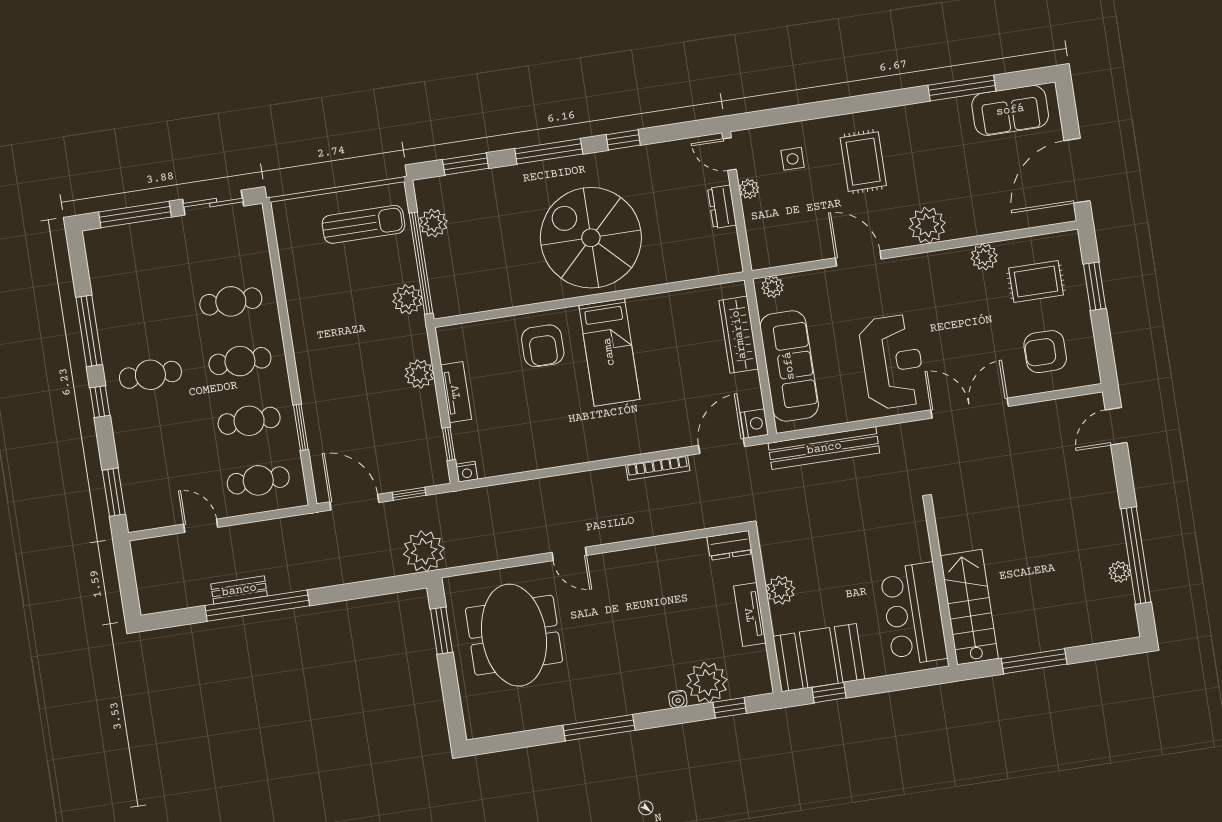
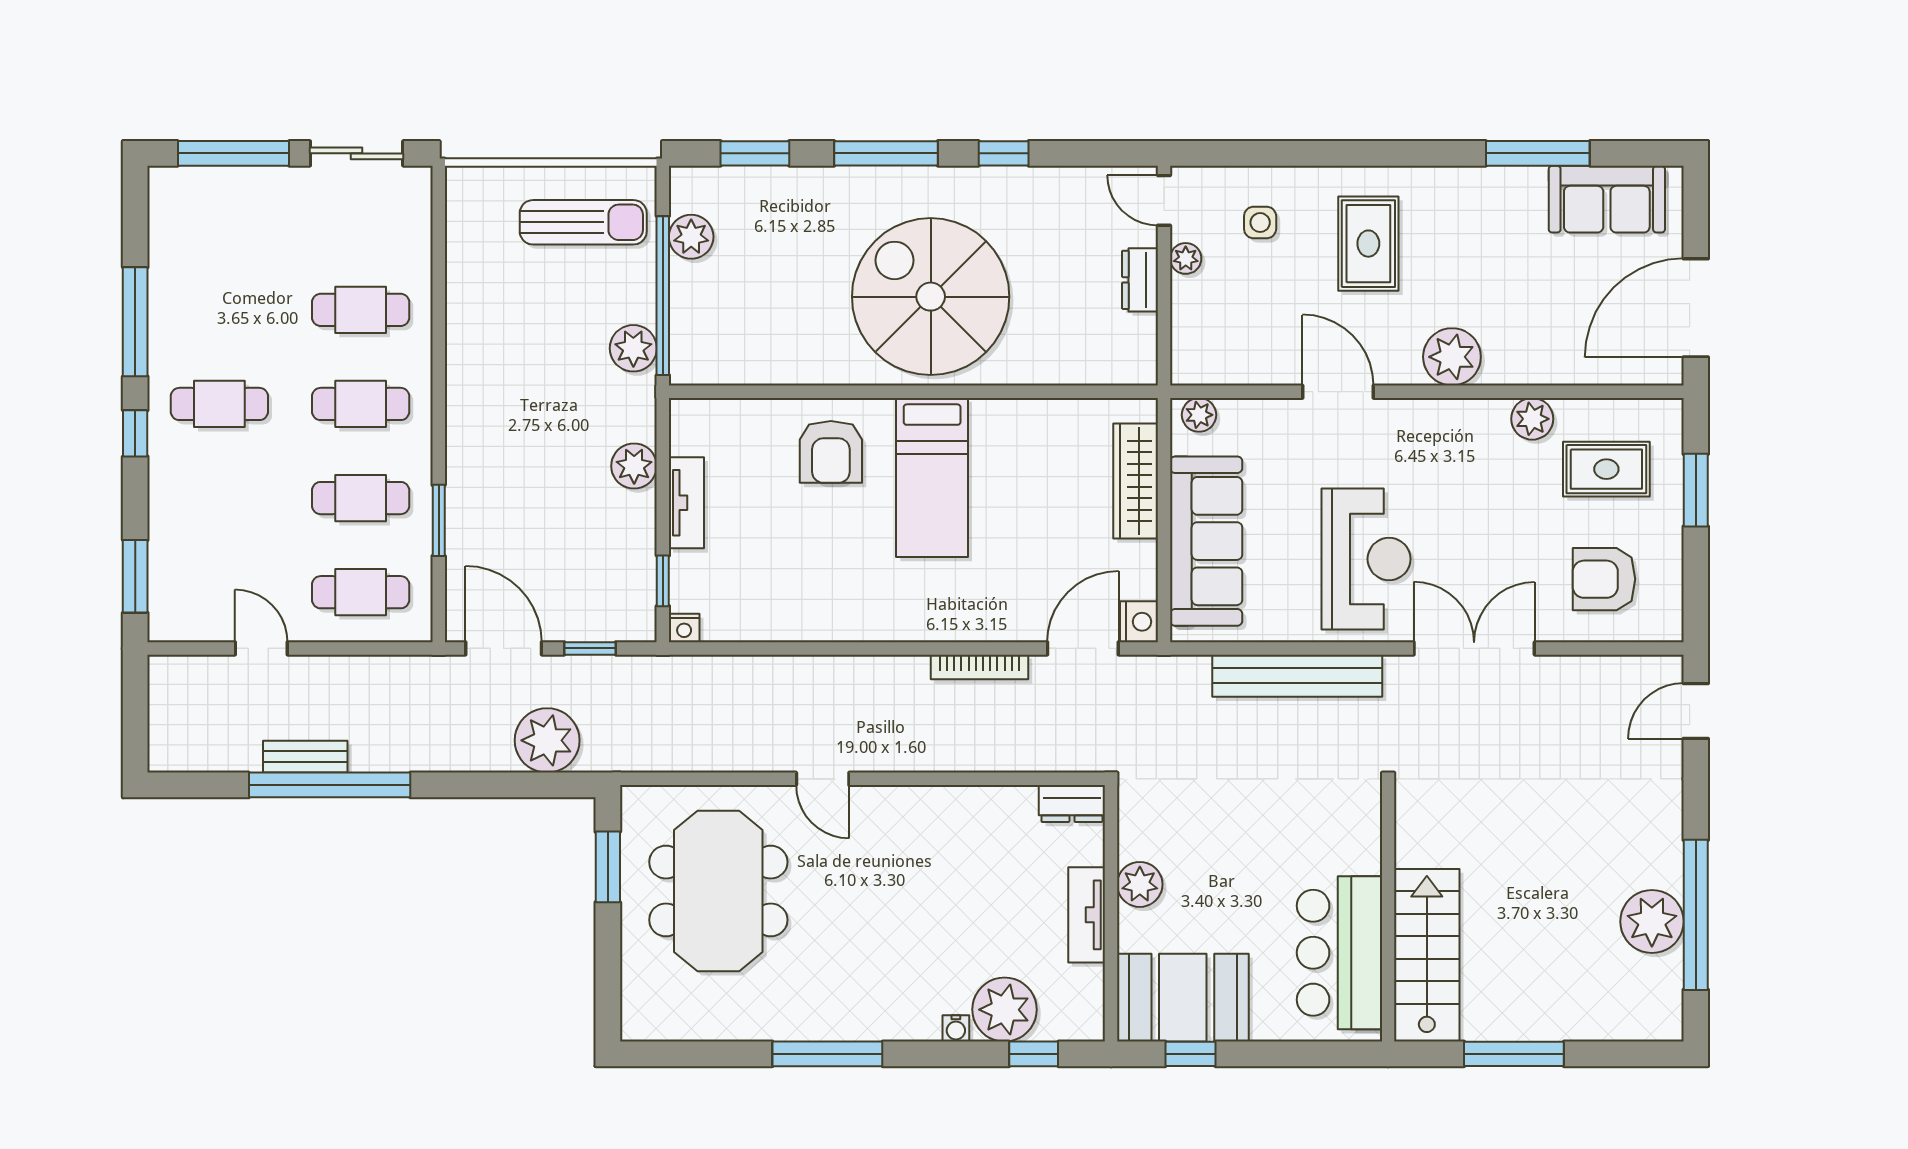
bench: (824, 448) -> (1297, 676), moved
plant: (424, 551) -> (547, 740), moved
plant: (1120, 572) -> (1652, 922), width x1.88, depth x1.88

